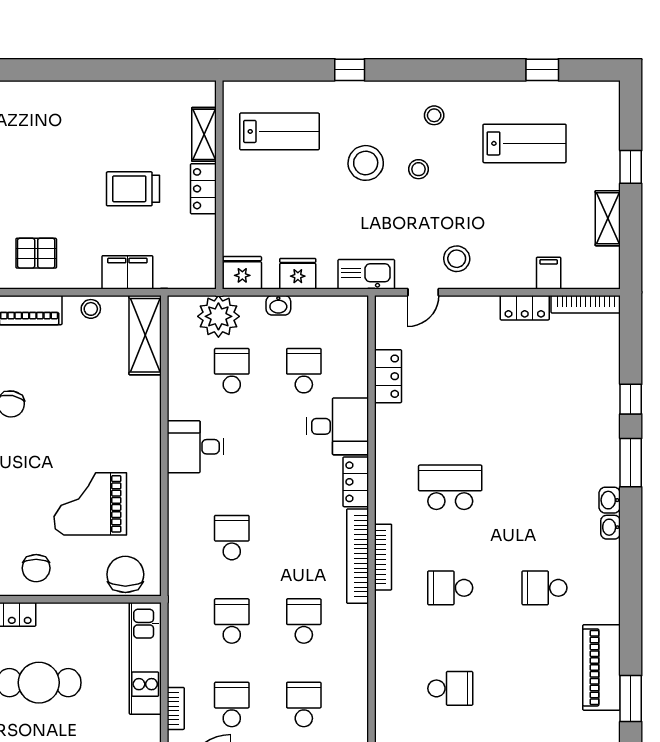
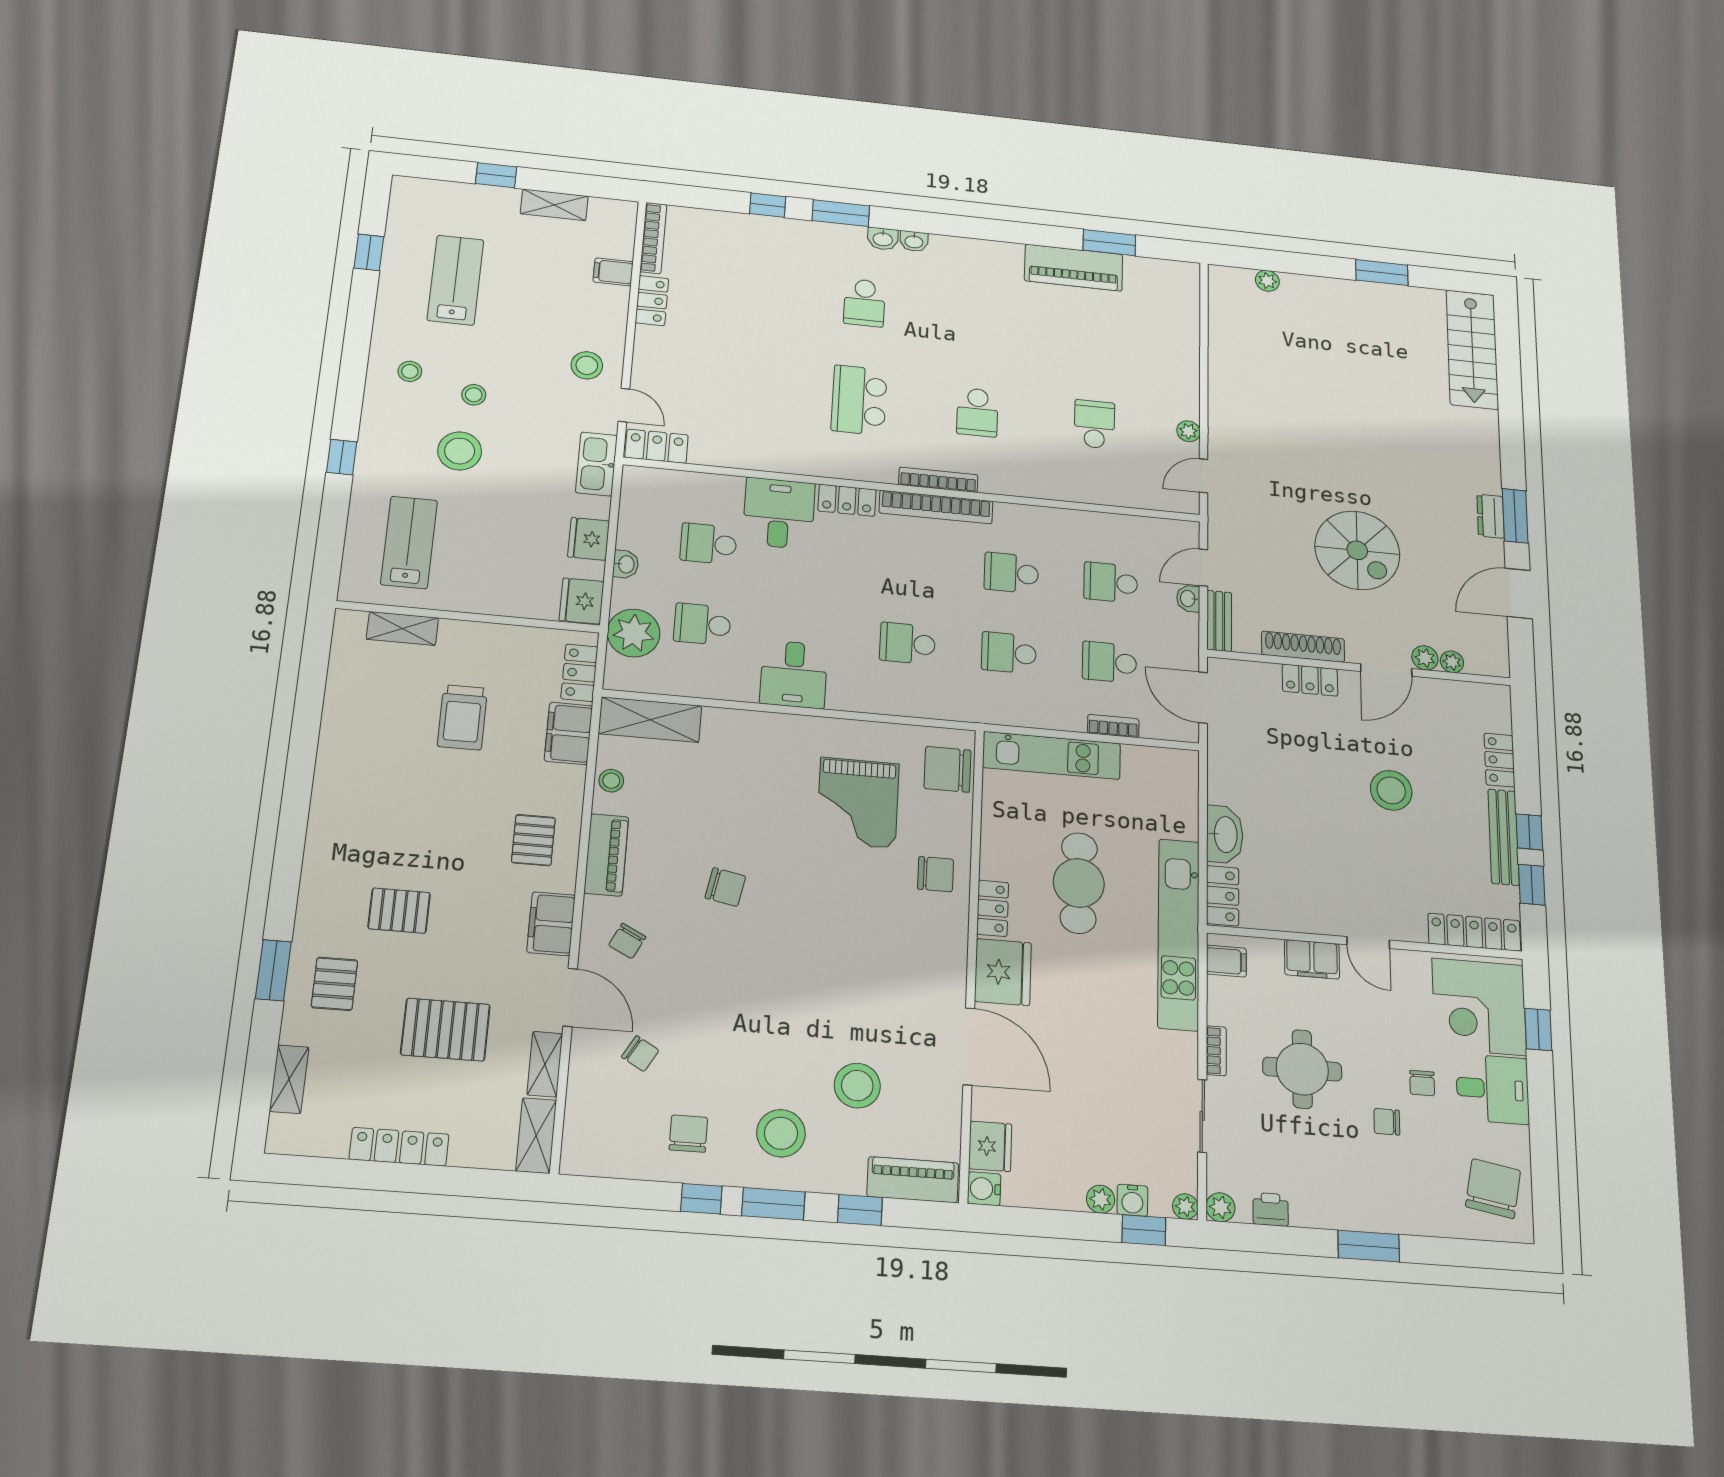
locker: (203, 189) -> (579, 673), moved, turned 90
locker: (388, 376) -> (657, 446), moved
school desk: (545, 588) -> (864, 303), moved

